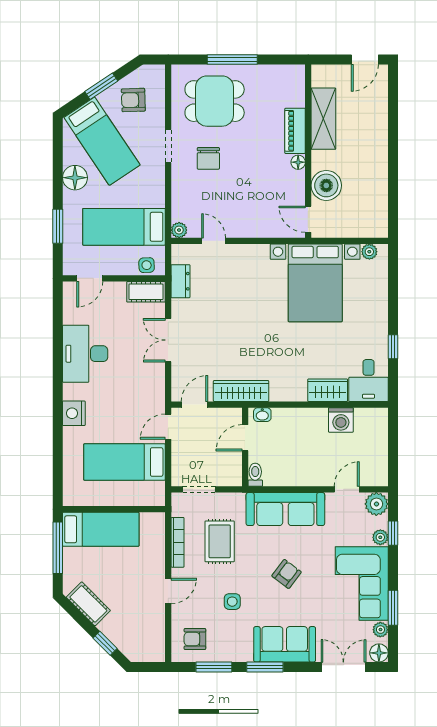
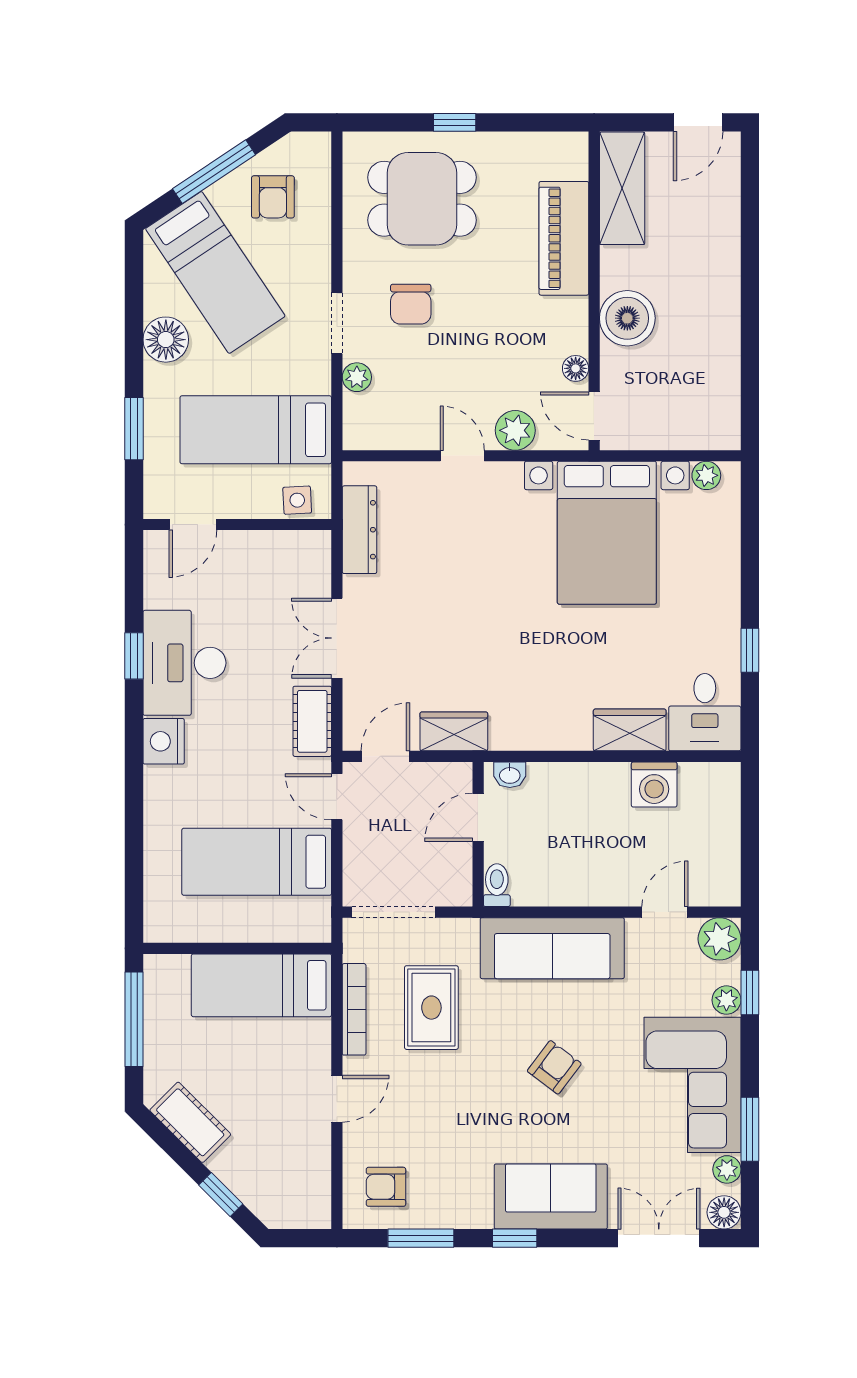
window: (232, 59) -> (455, 122), width x0.46
window: (101, 86) -> (214, 172), width x1.44
armchair: (133, 100) -> (273, 197), turned -88
shelving: (323, 119) -> (622, 188), moved
piano: (295, 131) -> (564, 238), width x1.37, depth x1.33
doorway: (168, 146) -> (337, 323), moved
floor lamp: (298, 162) -> (576, 368), moved
boiler: (326, 185) -> (627, 318), moved
plant: (265, 227) -> (515, 430), added
plant: (179, 230) -> (357, 377), moved
door: (214, 241) -> (462, 456), moved
dresser: (180, 281) -> (359, 530), width x1.44
cot: (146, 292) -> (312, 721), moved, turned 90
window: (58, 350) -> (134, 656), added
wardrobe: (241, 391) -> (454, 731), width x0.67
nightstand: (74, 413) -> (164, 741), moved
door: (168, 427) -> (337, 797), hinge flipped
doorway: (199, 489) -> (394, 912), width x1.38
bed: (101, 529) -> (261, 985), moved, turned 180
side table: (232, 602) -> (455, 1118), removed
window: (265, 667) -> (515, 1238), width x0.67

